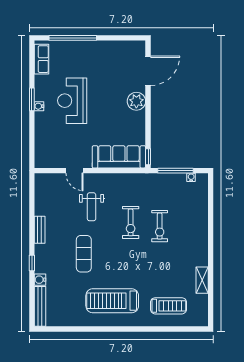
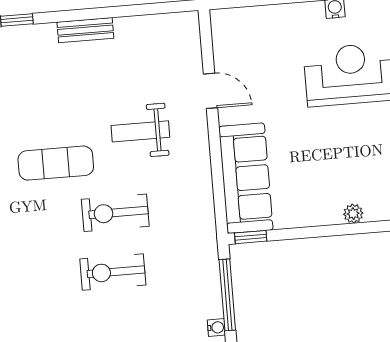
plant: (136, 101) -> (353, 214), width x0.53, depth x0.53
door: (74, 171) -> (210, 91), swing flipped
exercise mat: (84, 254) -> (56, 163), moved

